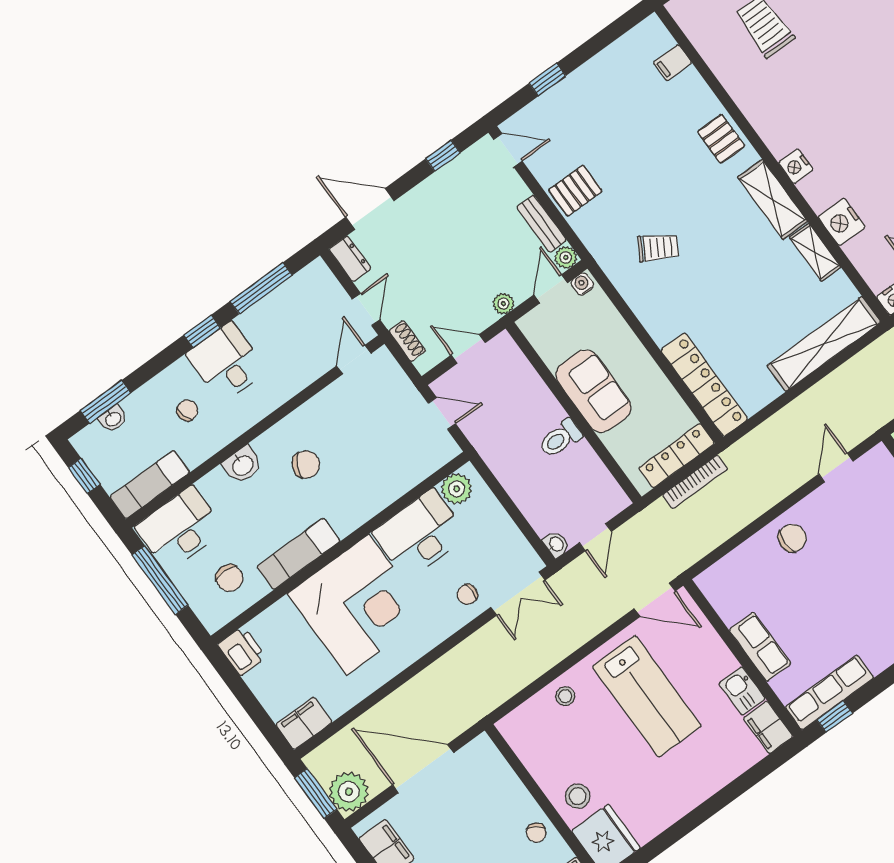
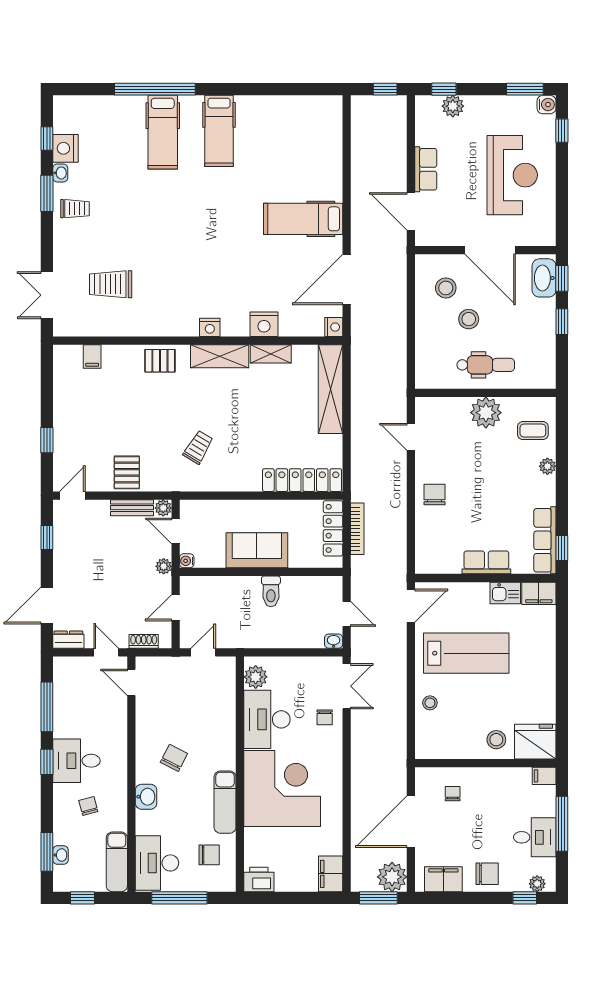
water cooler: (582, 284) -> (187, 561), moved
chair: (536, 833) -> (453, 794), moved, turned -123

